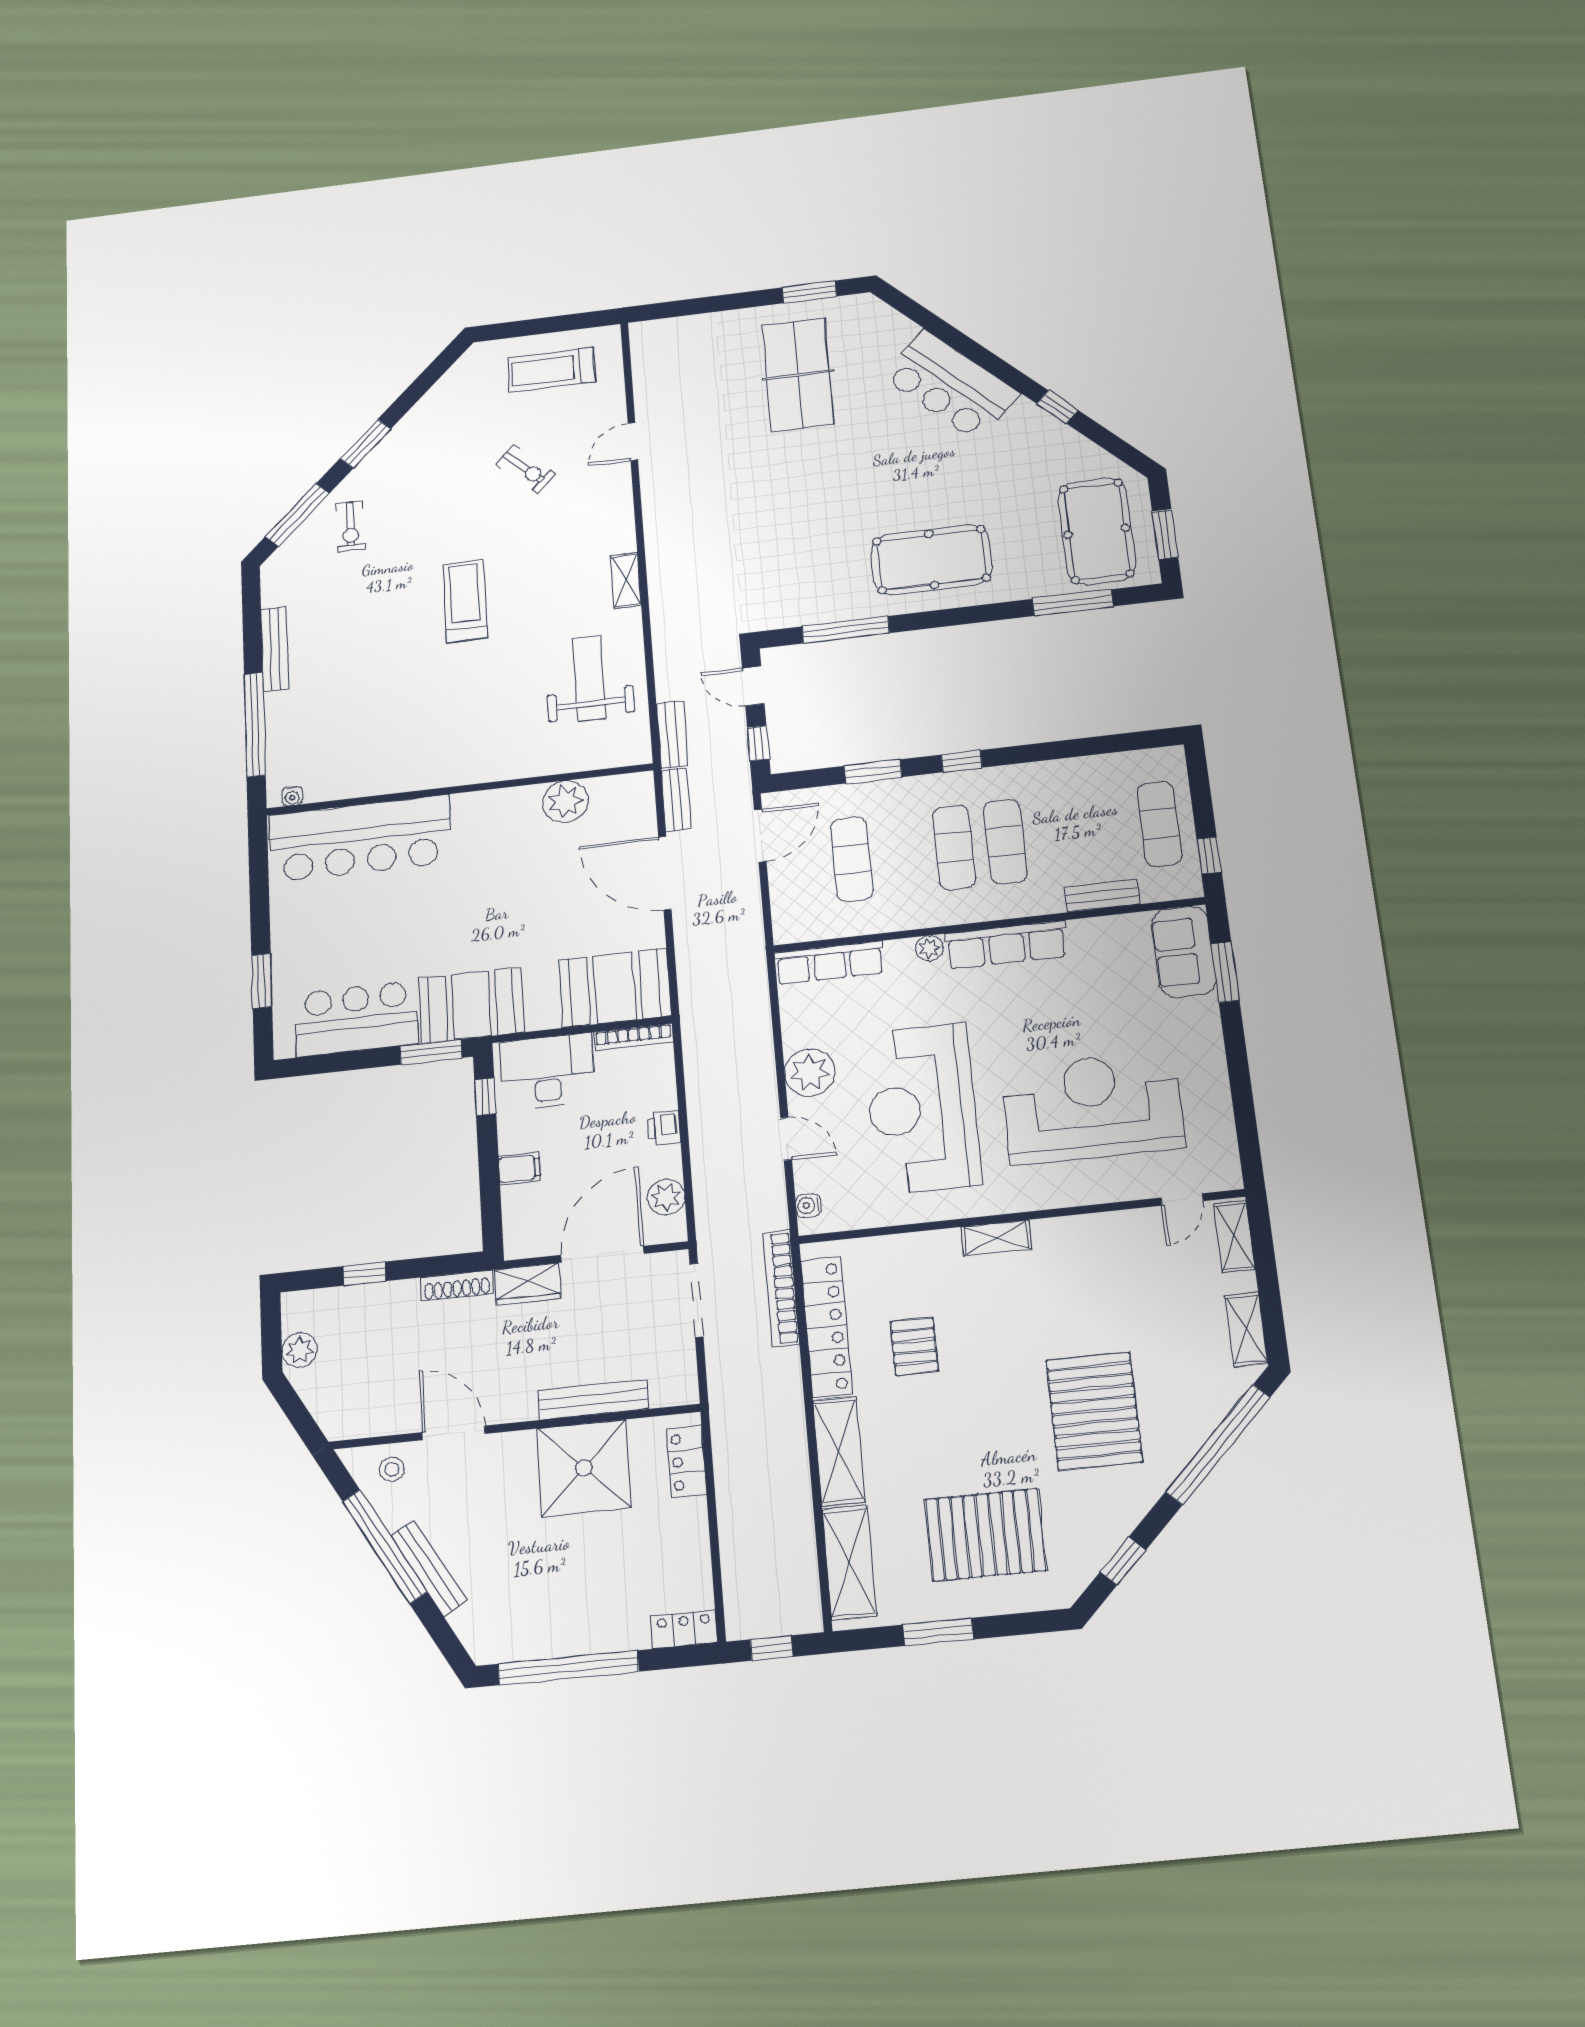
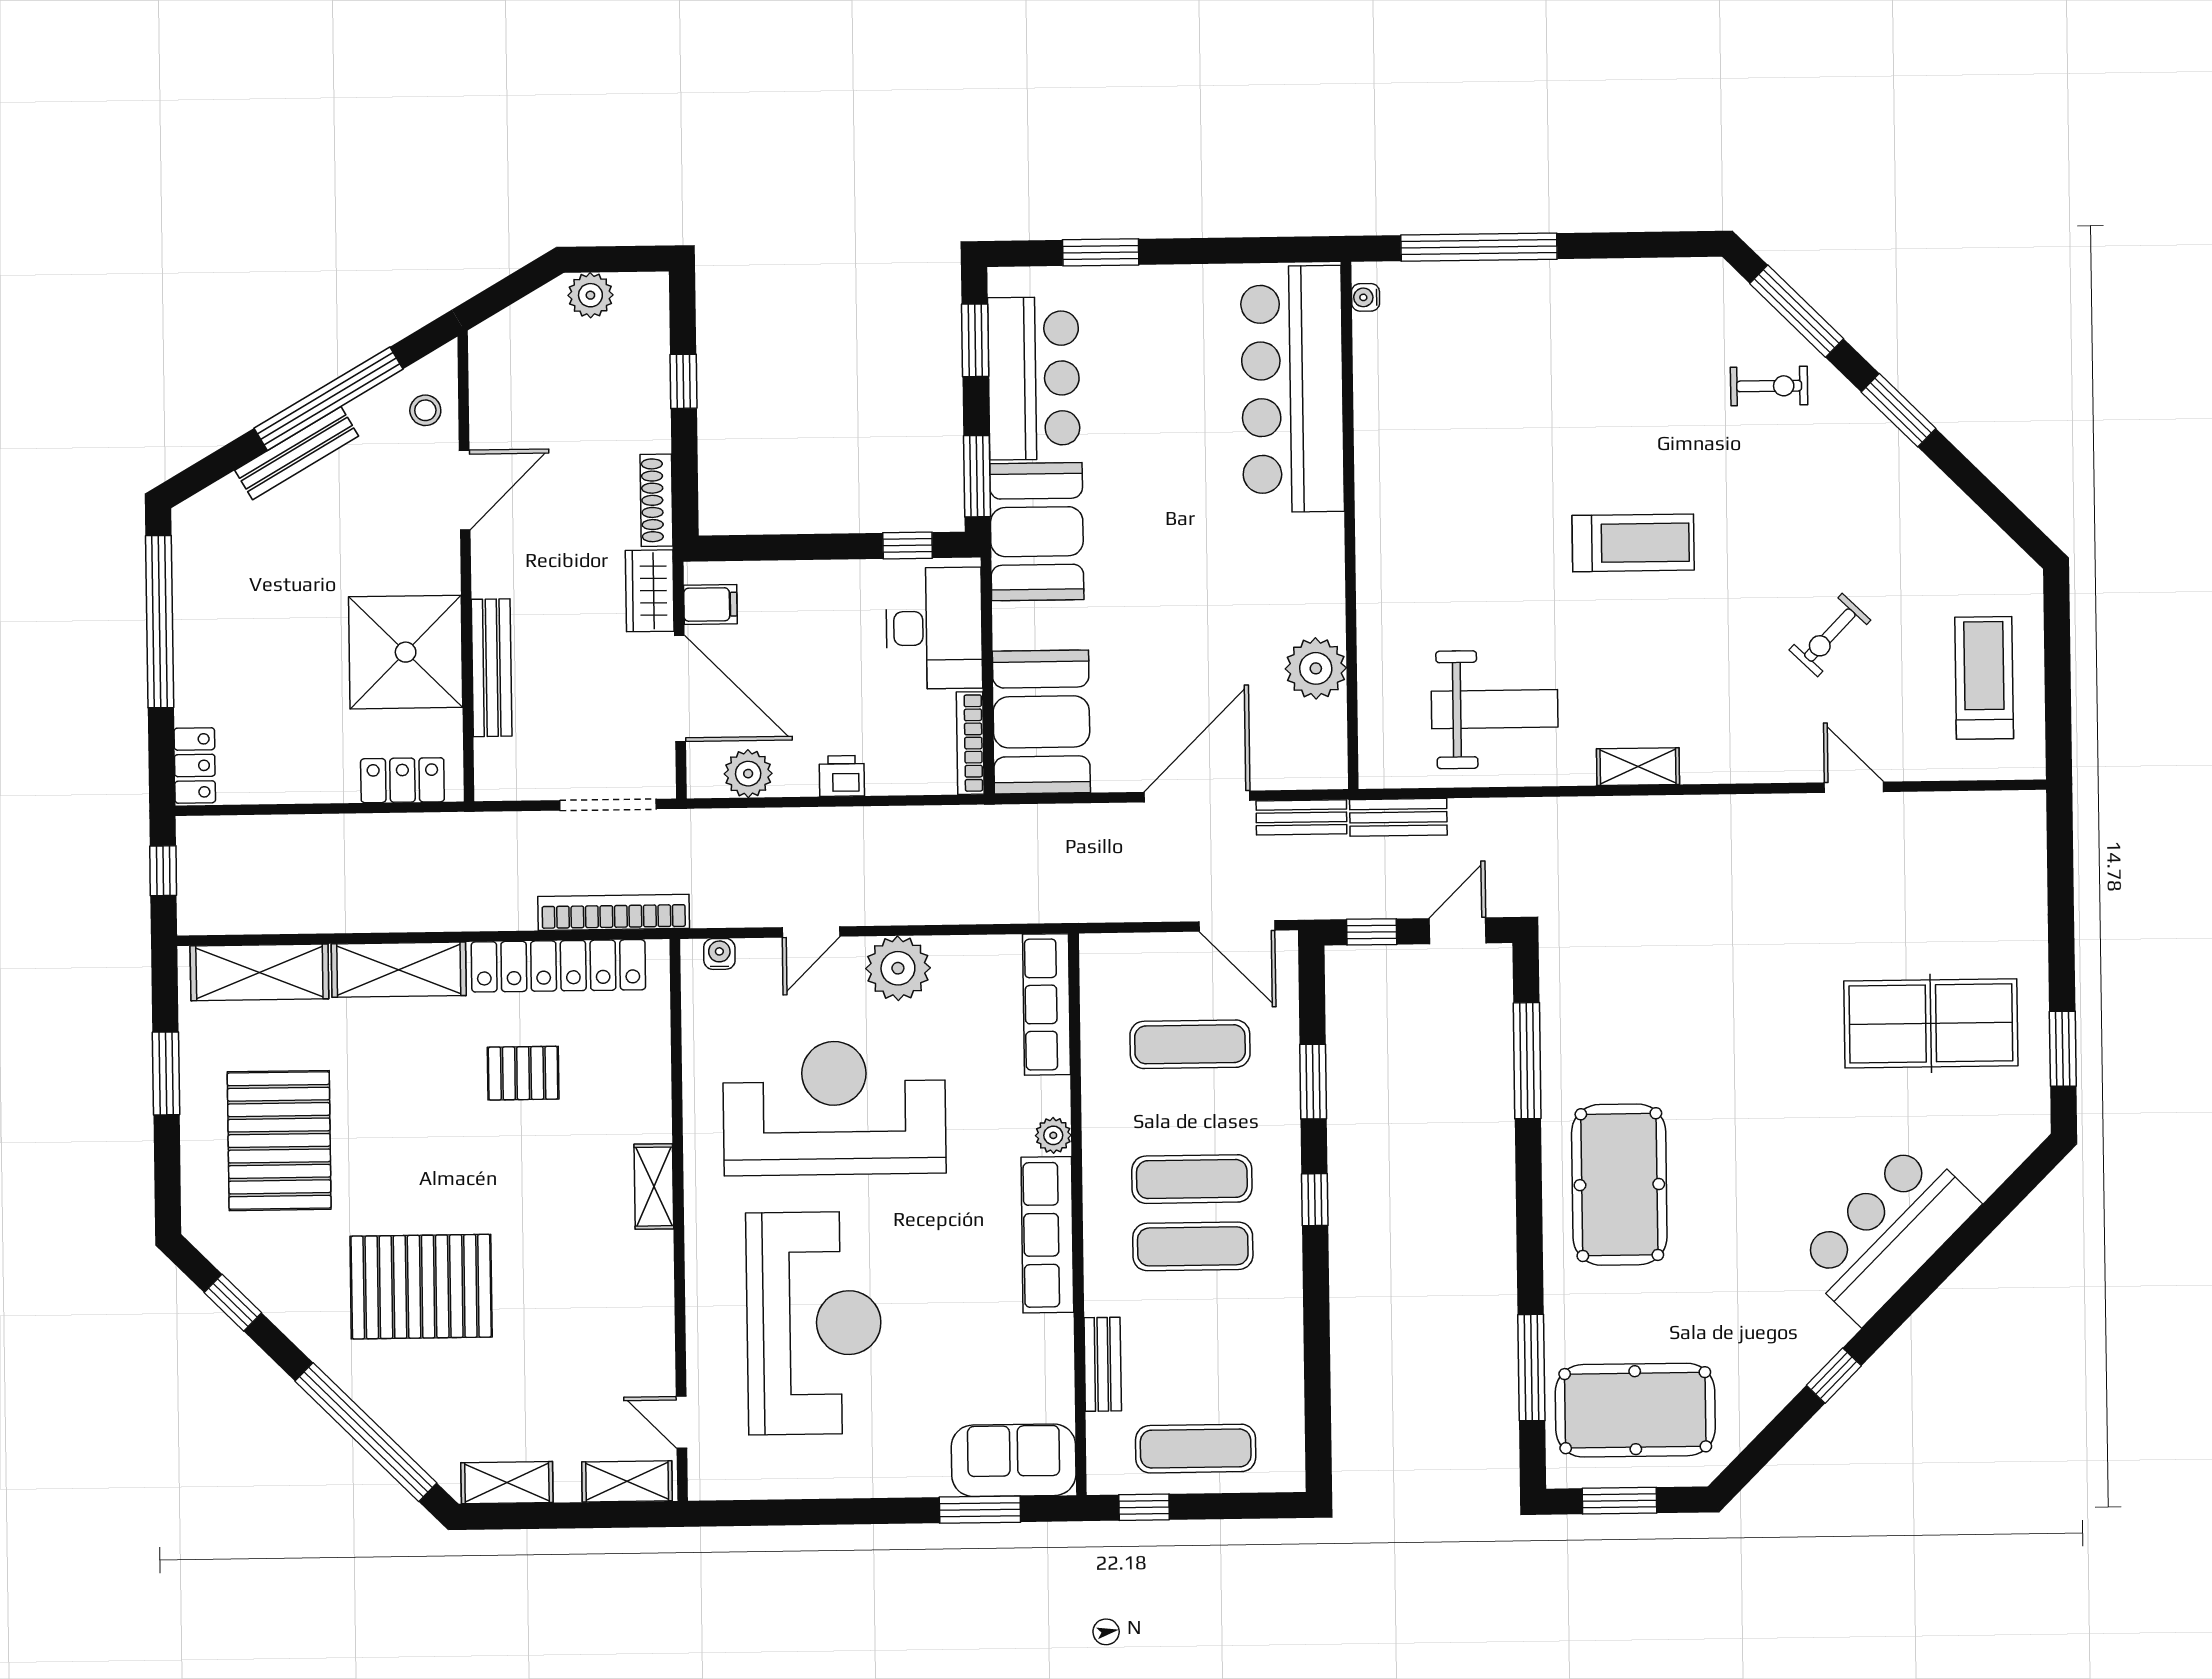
exercise bike: (350, 527) -> (1769, 386), turned 180
bench: (275, 649) -> (1591, 276), removed
window: (329, 1063) -> (975, 340), added
filing cabinet: (519, 1169) -> (710, 604), moved, turned -90

